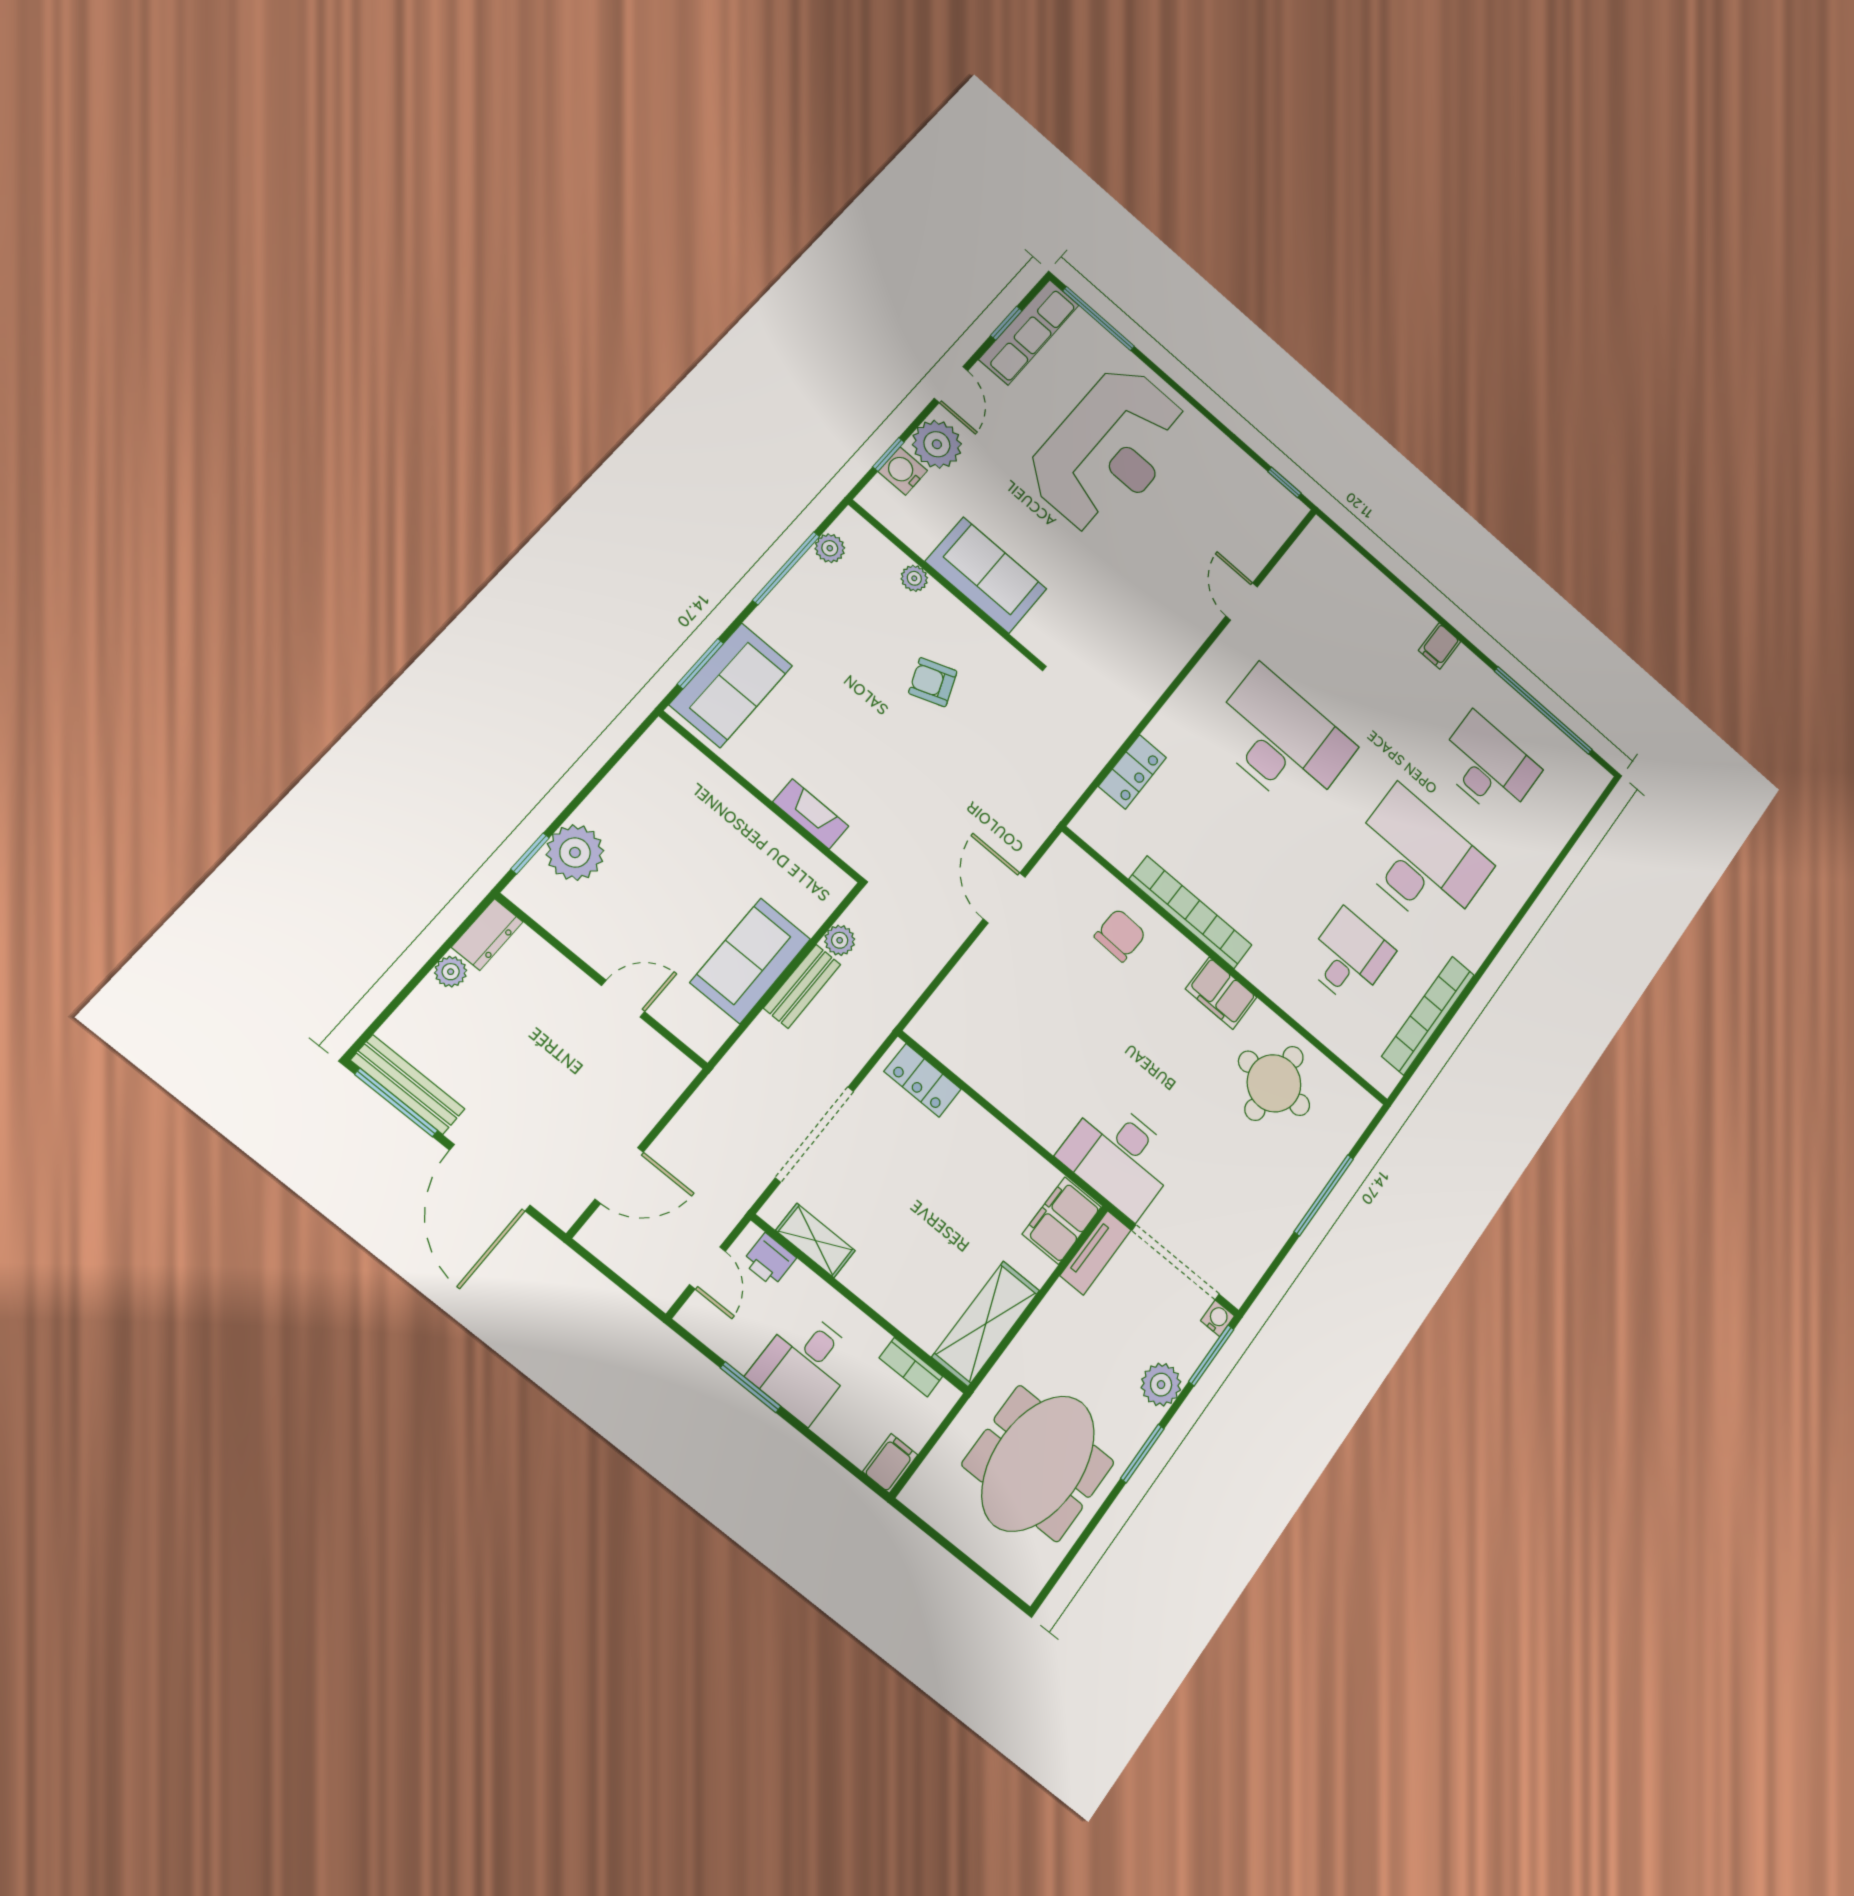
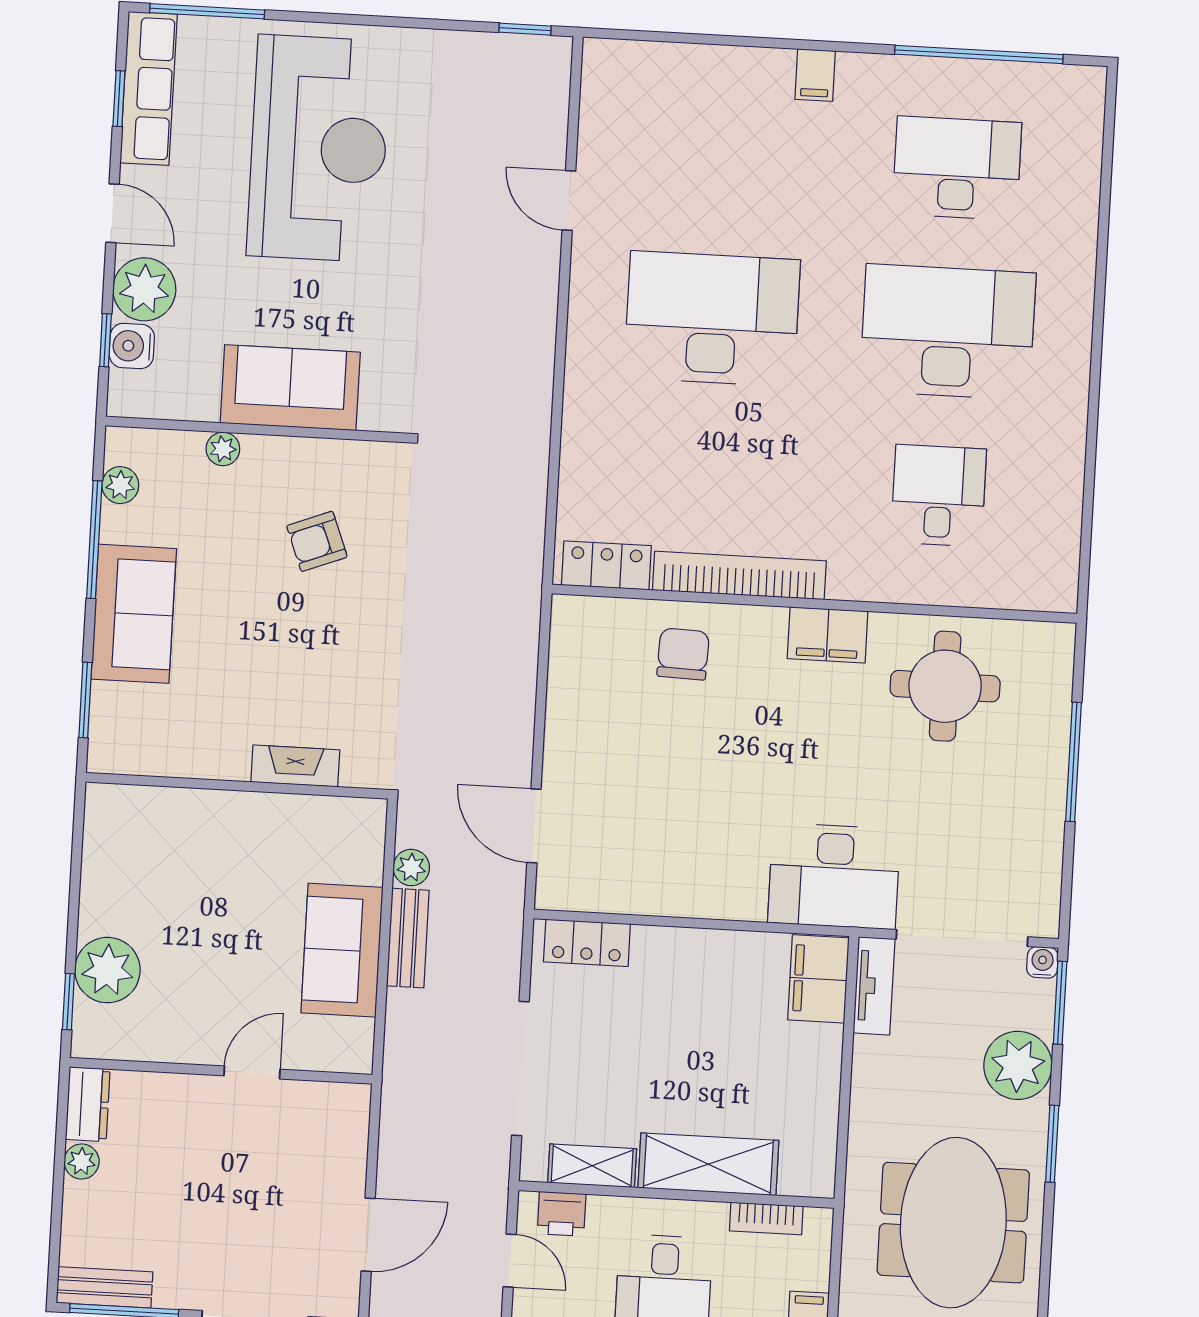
sofa: (731, 685) -> (134, 614), moved
locker: (1132, 772) -> (606, 565), moved, turned -90
door: (1004, 898) -> (534, 826), moved
bookcase: (1428, 1015) -> (1065, 493), removed
bench: (408, 1085) -> (104, 1287), width x0.73
shelving: (986, 1324) -> (708, 1164), moved, turned 90
plant: (1161, 1385) -> (1018, 1065), width x1.36, depth x1.36

